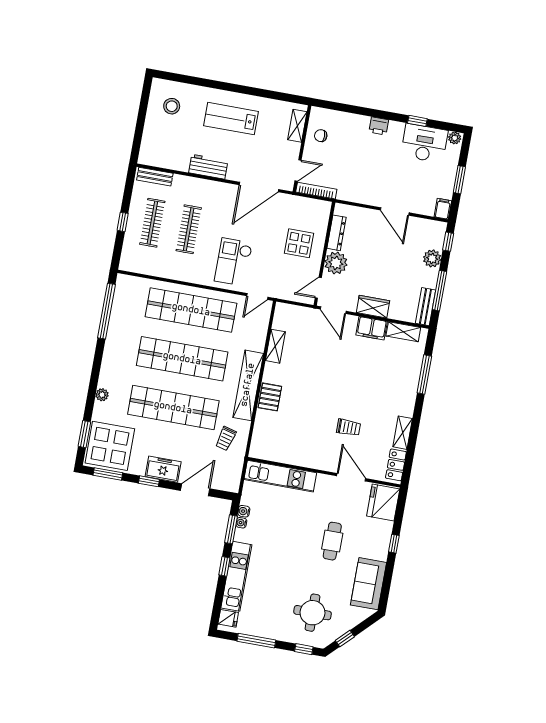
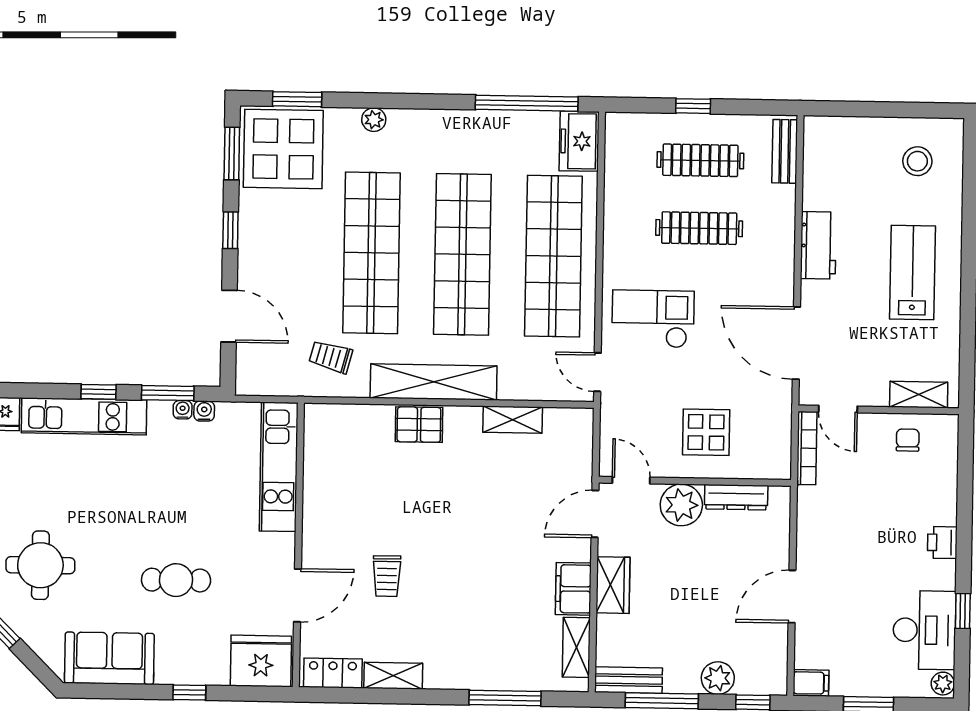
freezer: (163, 469) -> (579, 141), moved, turned 180

